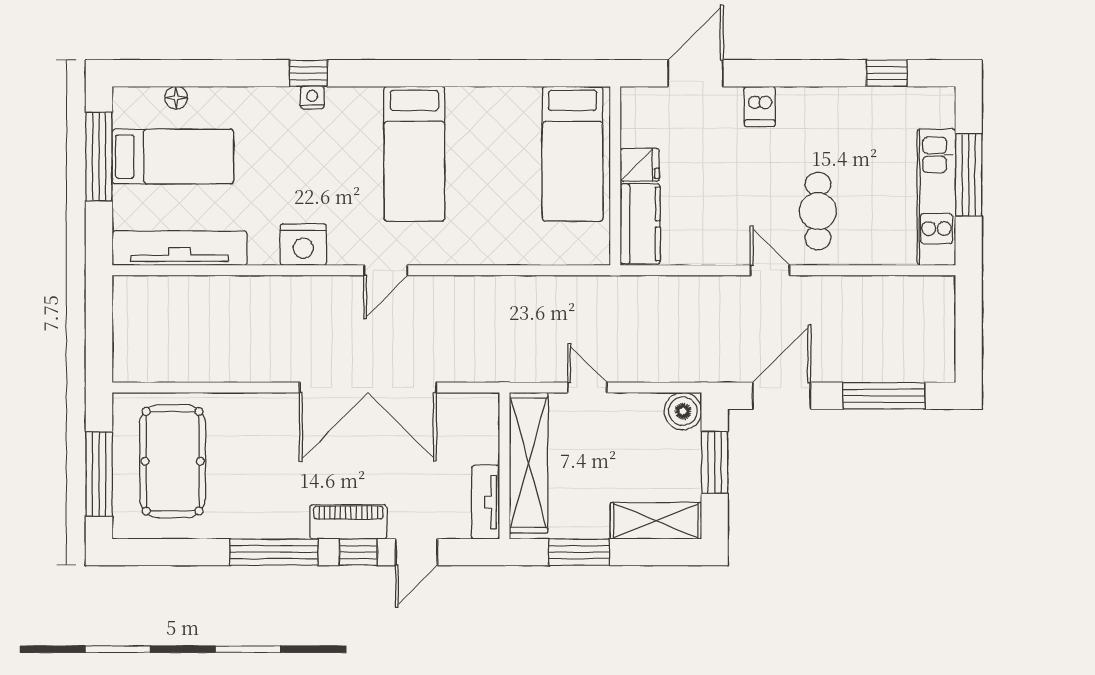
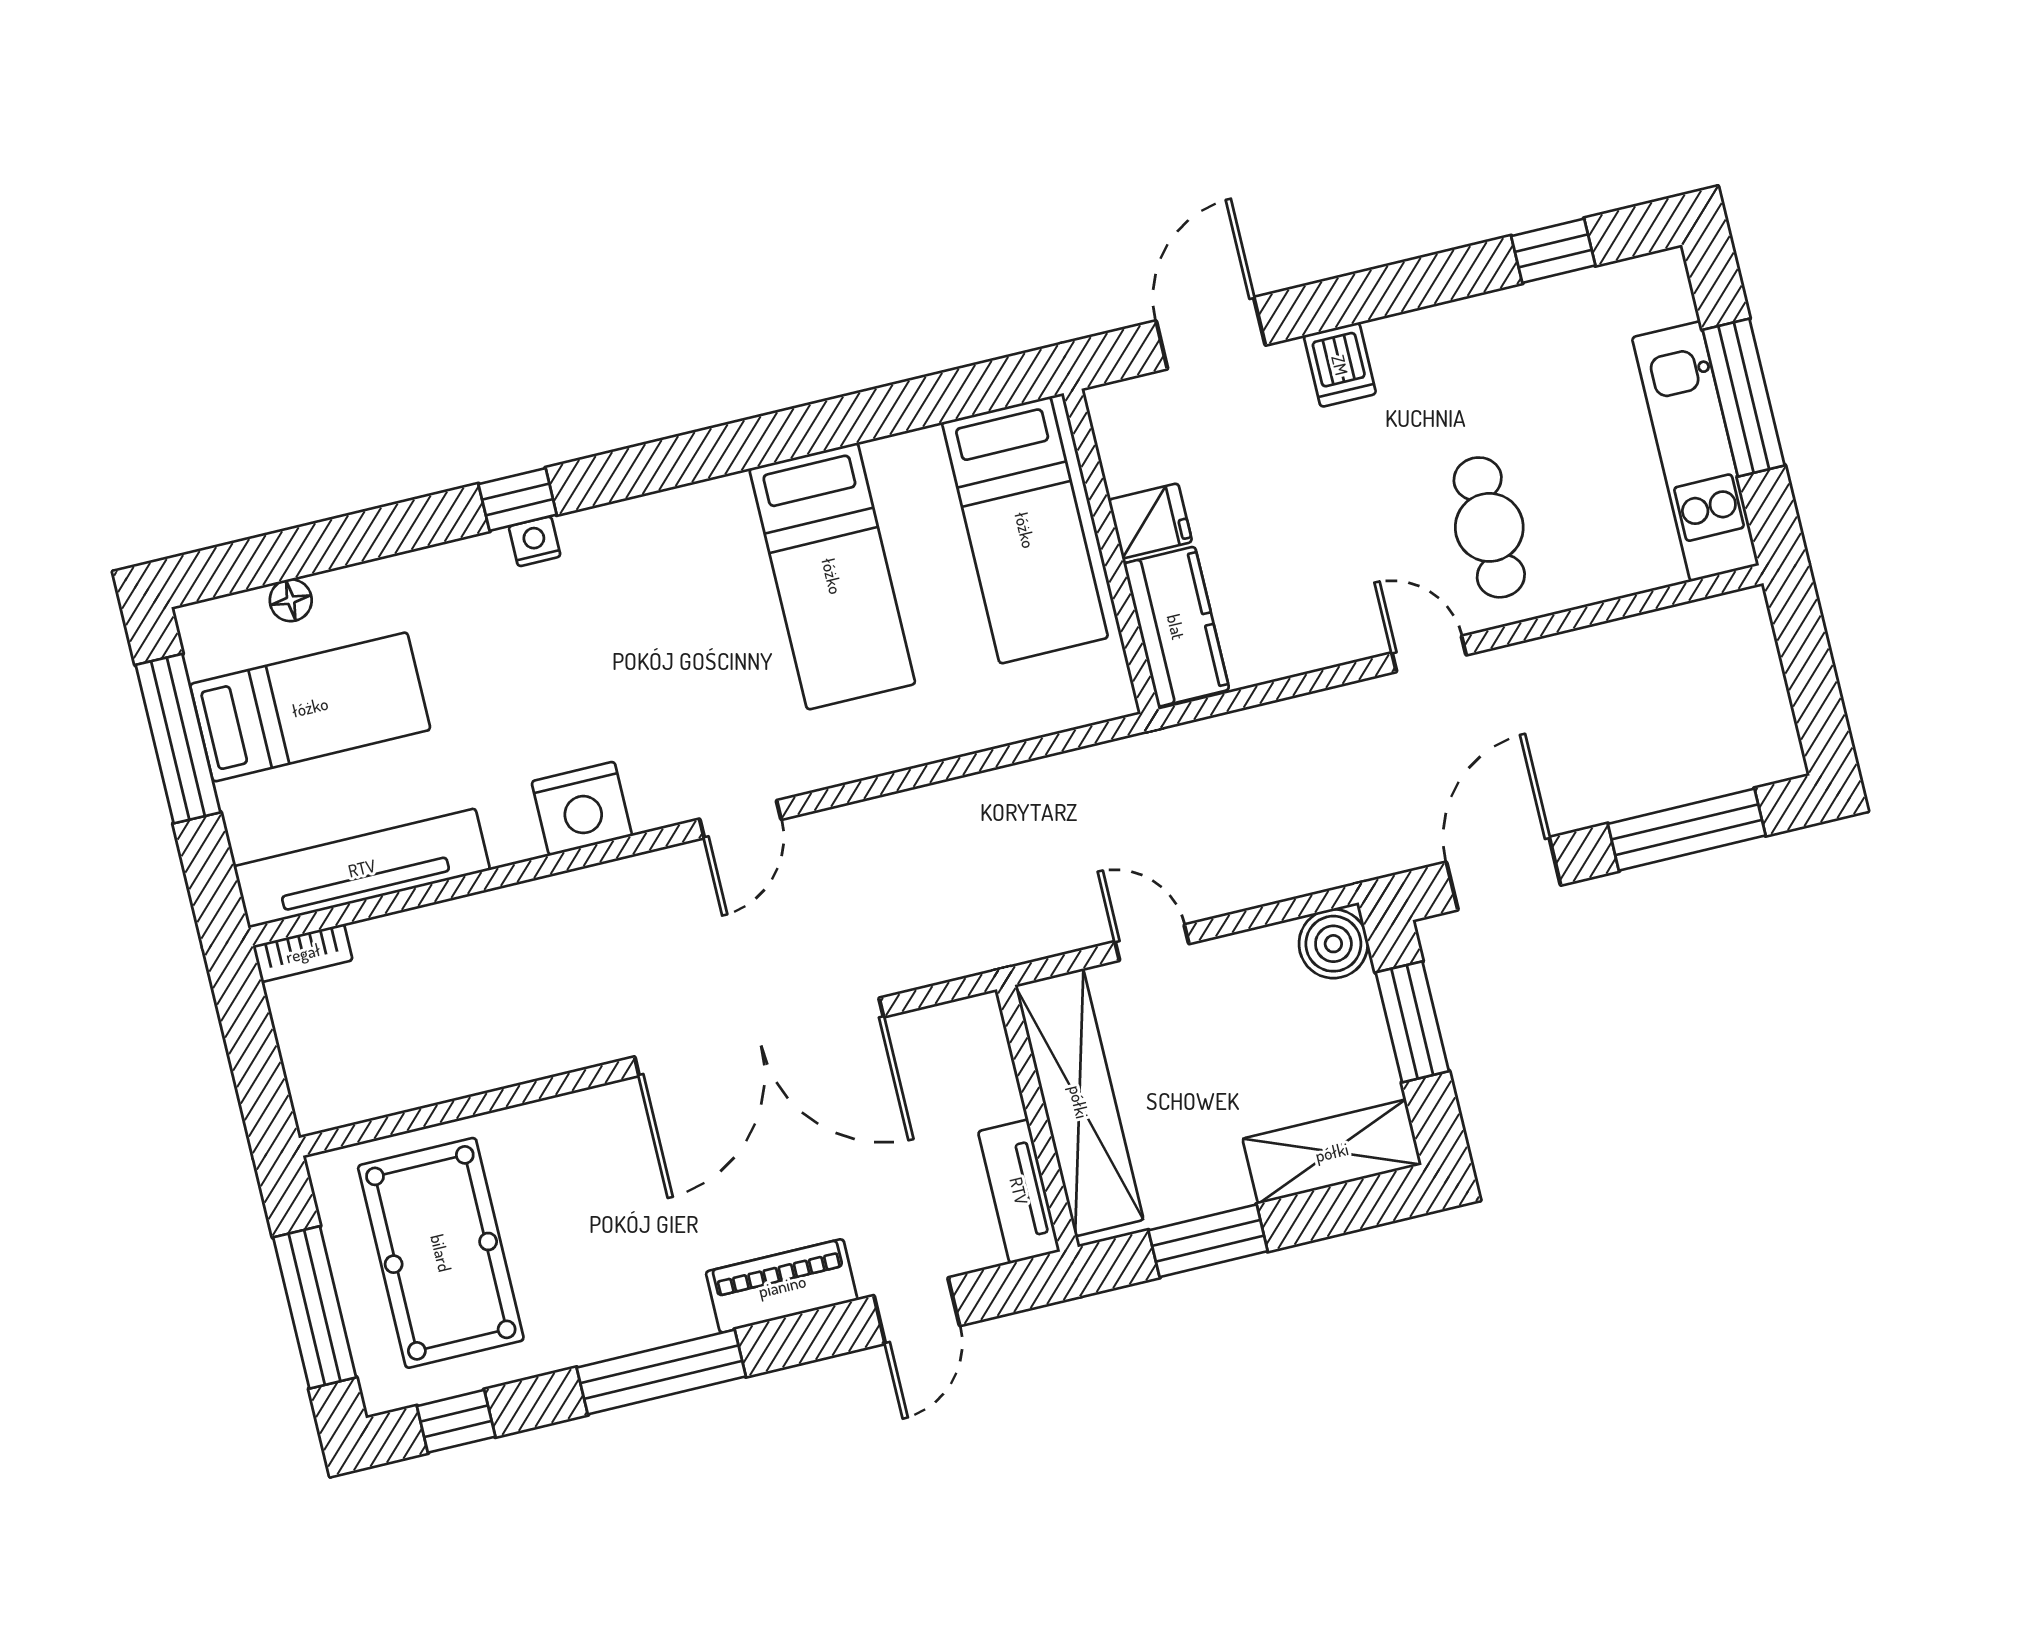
bed: (414, 154) -> (832, 576), moved
bookcase: (138, 285) -> (303, 953), added
window: (358, 552) -> (456, 1421), moved

